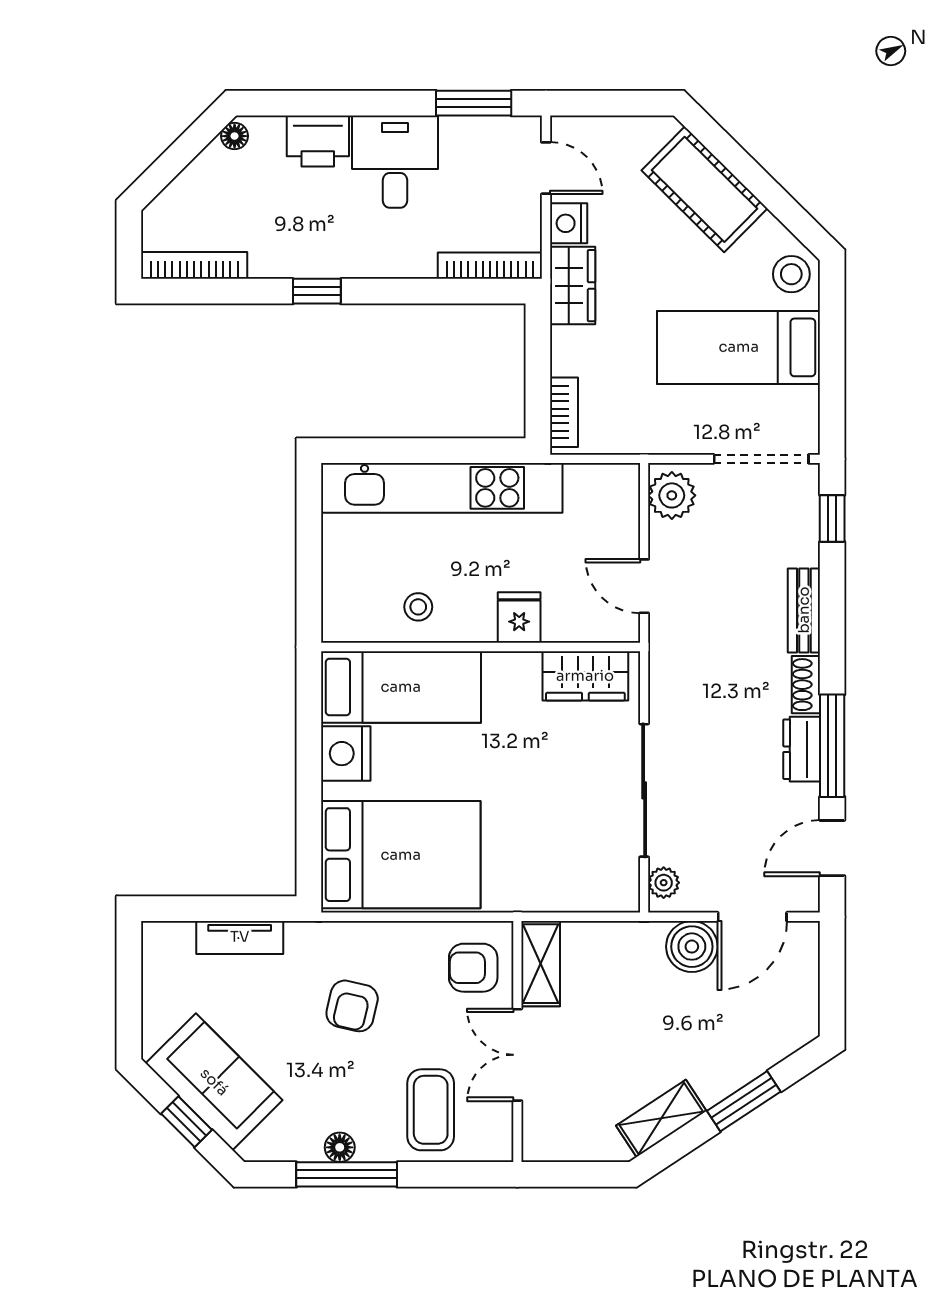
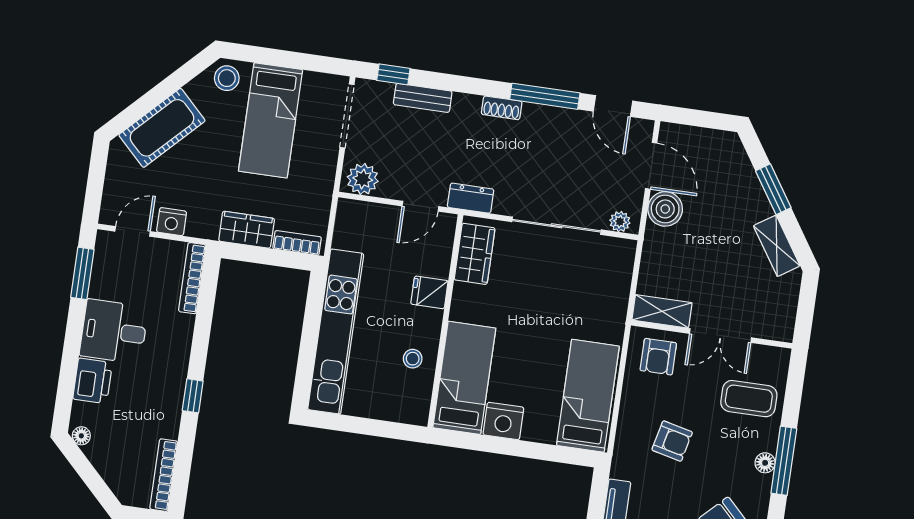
wardrobe: (573, 286) -> (247, 230), moved
bench: (804, 610) -> (423, 98), moved
dresser: (802, 749) -> (471, 198), moved, turned 180
bed: (401, 855) -> (588, 396), width x0.67

